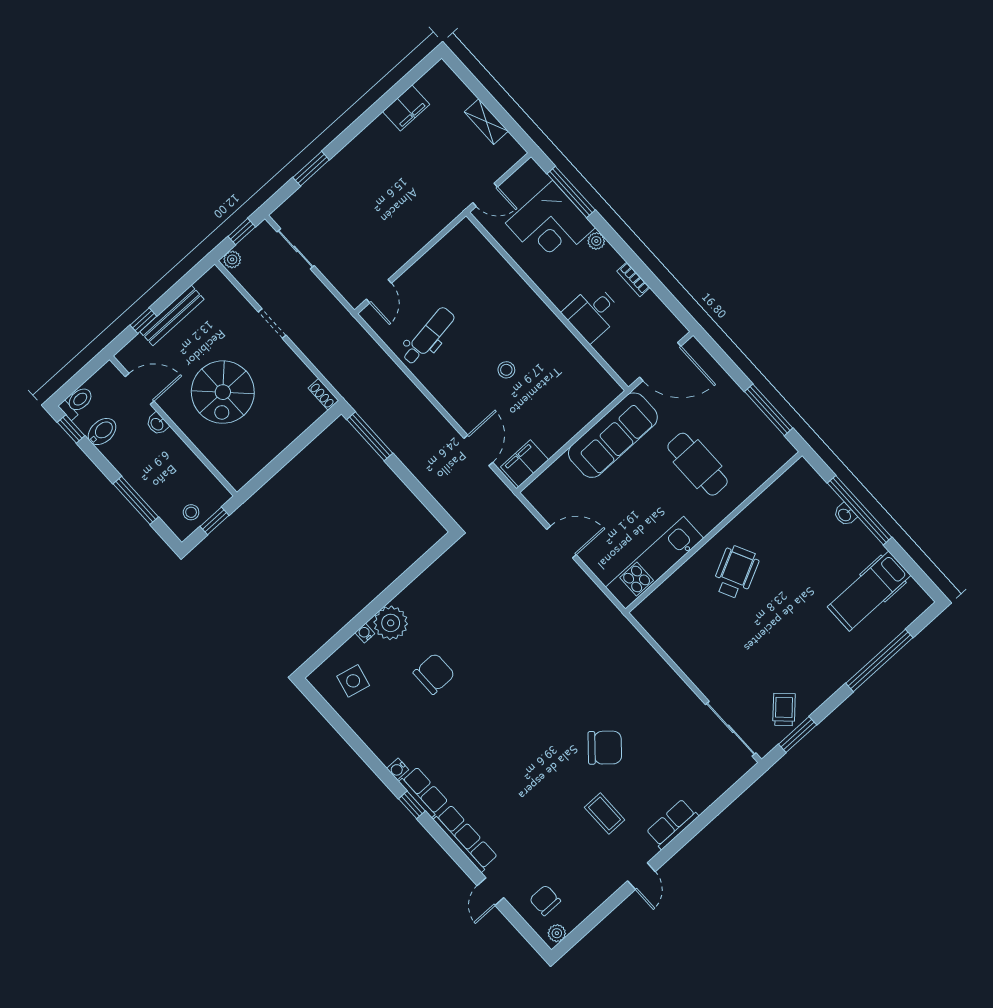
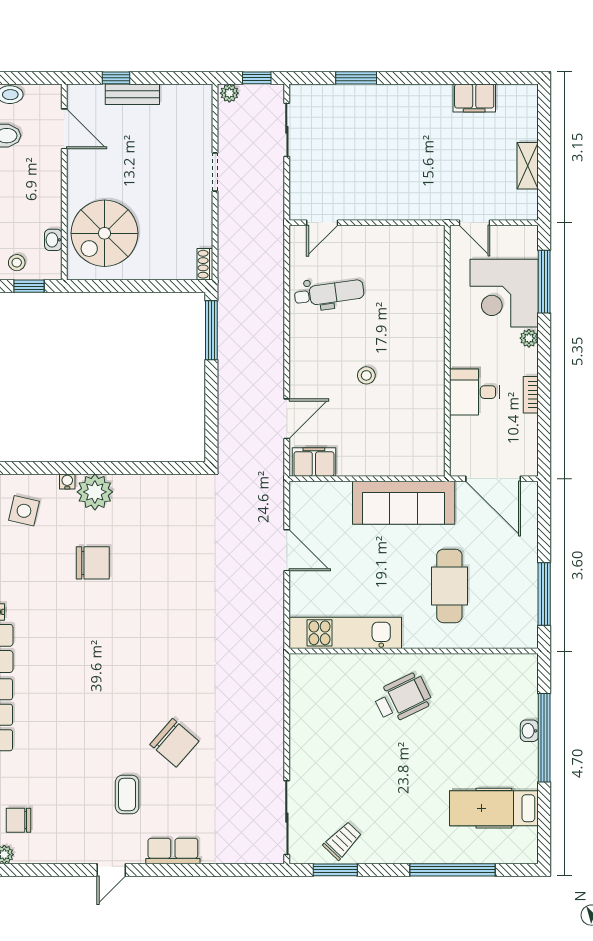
bench: (172, 315) -> (132, 94), width x0.73
spiral stairs: (223, 392) -> (104, 233), moved
washbasin: (157, 424) -> (53, 240), moved
chair: (545, 900) -> (18, 820), turned -90

